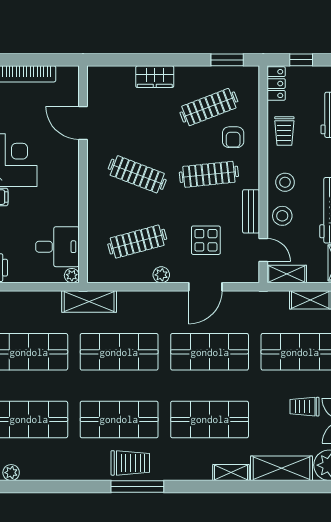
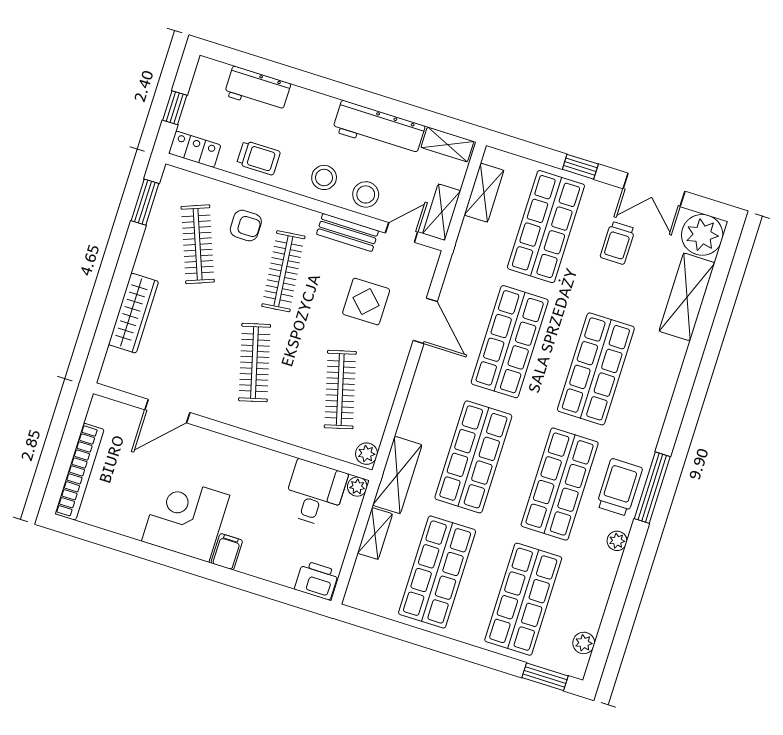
wardrobe: (155, 77) -> (133, 313), width x1.50
clothes rail: (137, 174) -> (255, 363), turned -36
plant: (161, 275) -> (367, 454), moved
plant: (91, 473) -> (617, 541), added
shelving: (231, 473) -> (375, 534), moved

